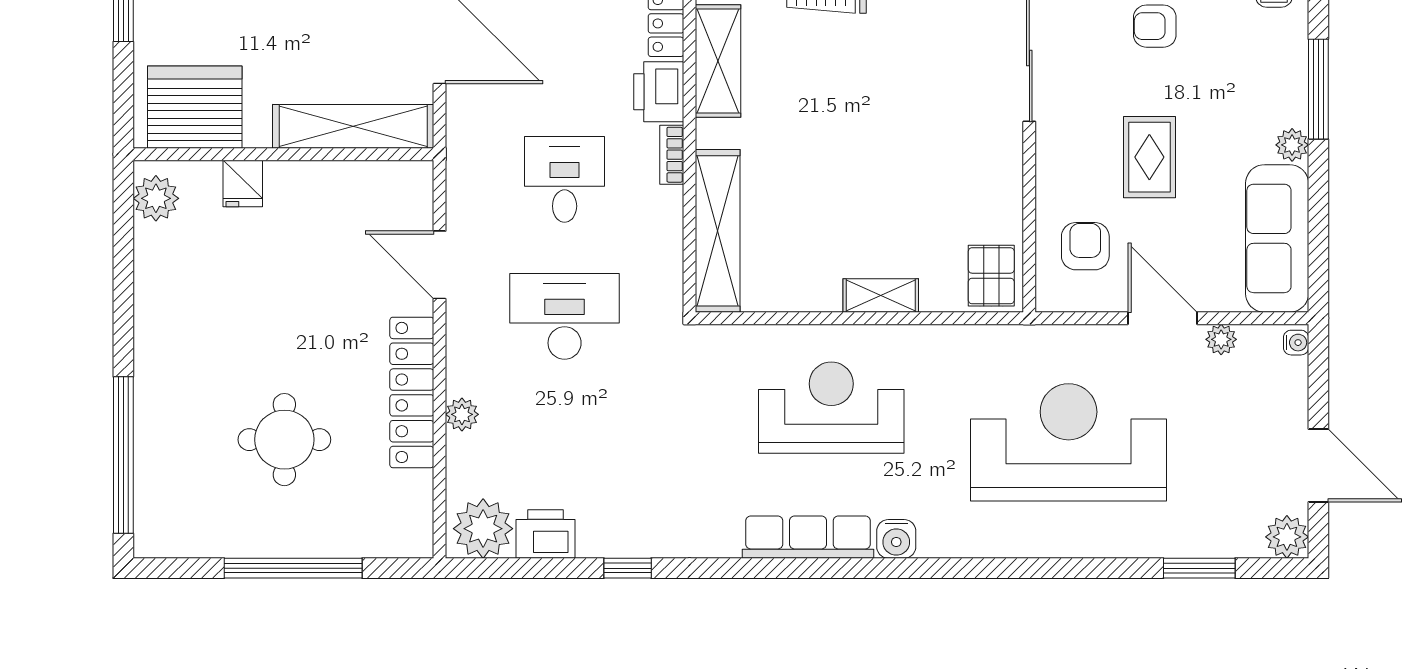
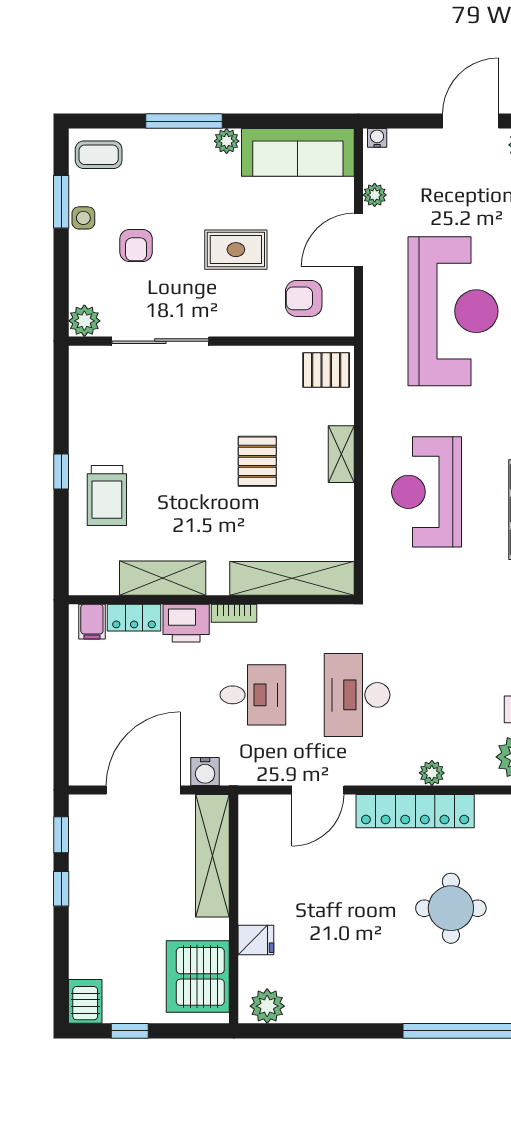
water cooler: (464, 117) -> (205, 772), added
desk: (565, 179) -> (253, 695), turned 180
pallet: (871, 185) -> (257, 461), added
reception desk: (1069, 442) -> (453, 311), turned 180

